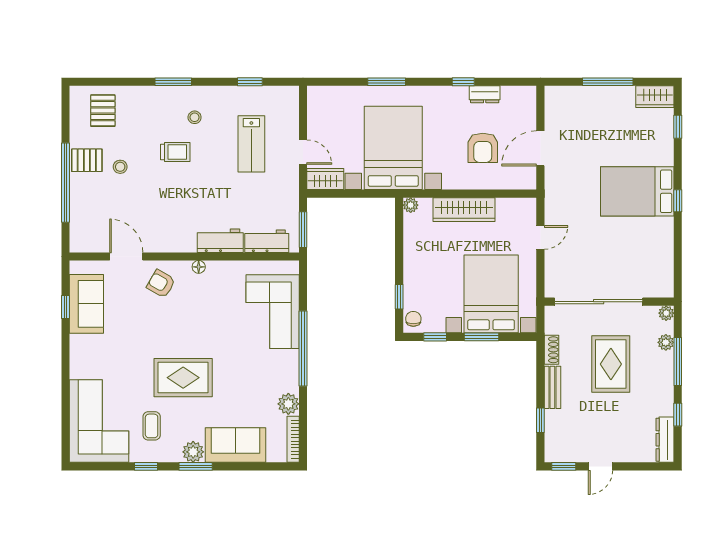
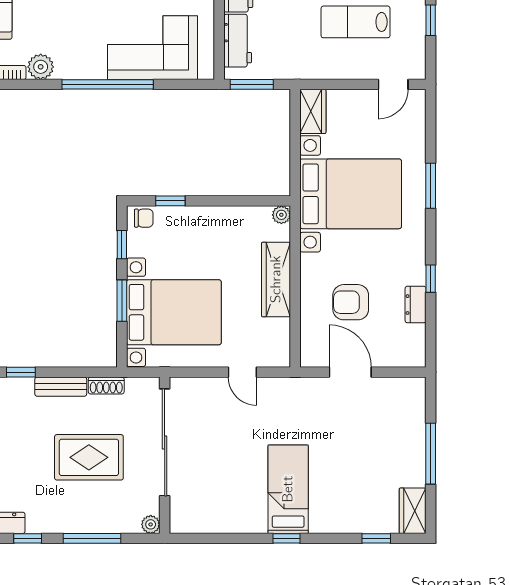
door: (303, 152) -> (393, 84), moved
bed: (637, 191) -> (288, 489), width x0.67
plant: (666, 342) -> (115, 524), removed

